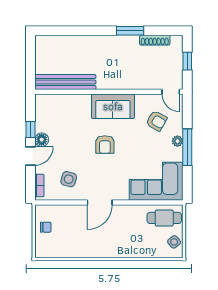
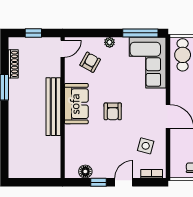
bench: (65, 82) -> (53, 107), moved
floor lamp: (42, 140) -> (85, 172), moved
armchair: (105, 145) -> (113, 111), turned 90
window: (187, 147) -> (140, 33), moved
door: (30, 156) -> (124, 182), hinge flipped

